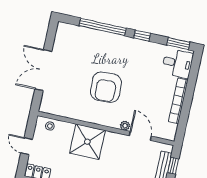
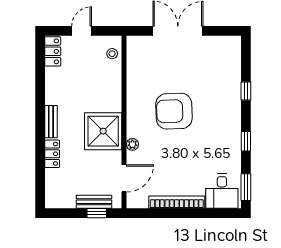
window: (103, 27) -> (246, 91), width x0.32
door: (140, 136) -> (124, 178), moved
shower: (87, 142) -> (103, 131), moved

